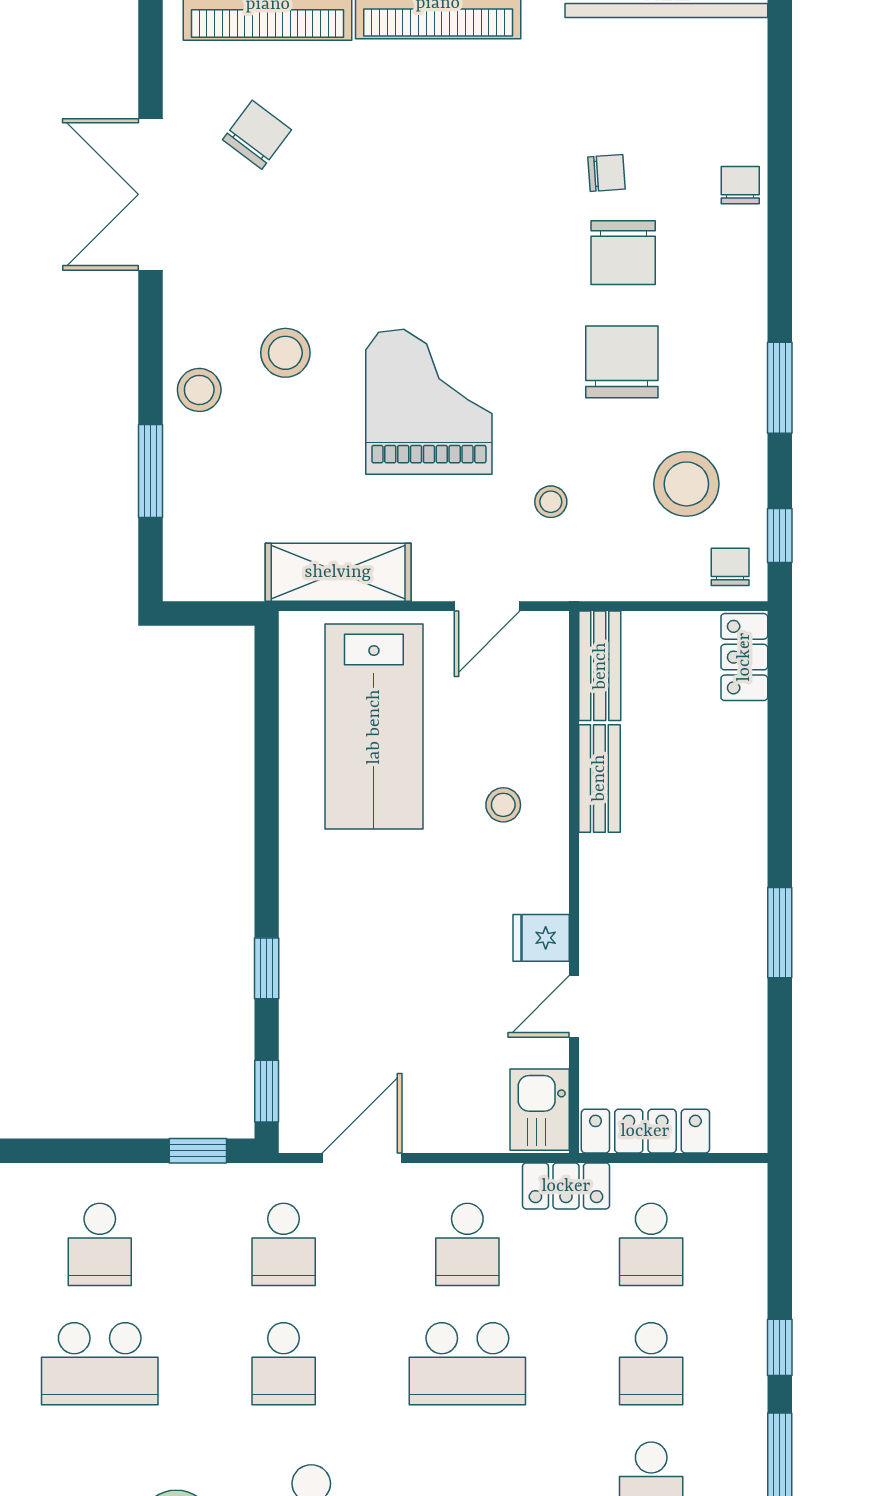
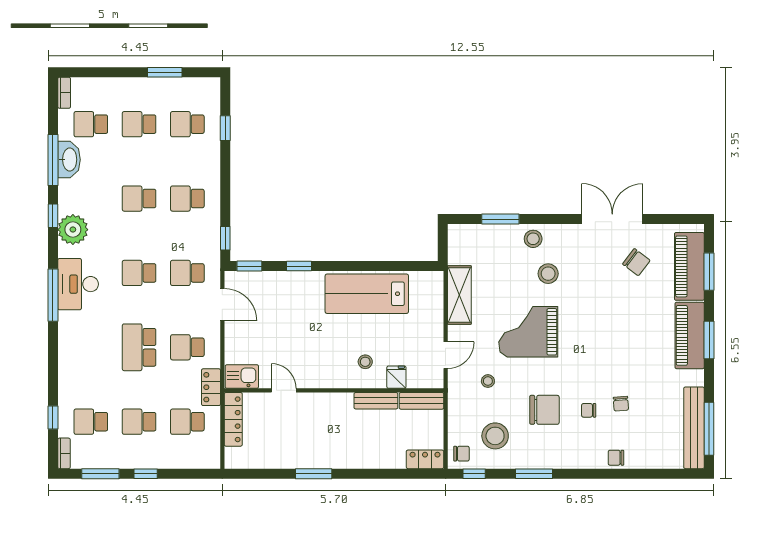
chair: (740, 185) -> (616, 458), turned 180
chair: (623, 253) -> (589, 410), width x0.54, depth x0.54
grand piano: (429, 402) -> (528, 332), turned 180
door: (487, 606) -> (446, 355), swing flipped
lab bench: (374, 727) -> (367, 294), moved
fridge: (541, 938) -> (396, 377), moved
school desk: (100, 1364) -> (139, 199), width x0.54

